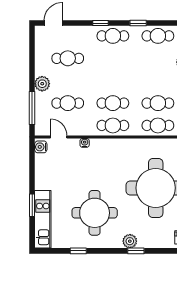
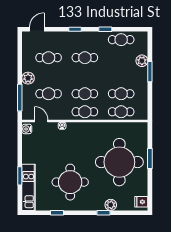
cafe table: (113, 36) -> (85, 58), moved
plant: (130, 241) -> (111, 205), moved

